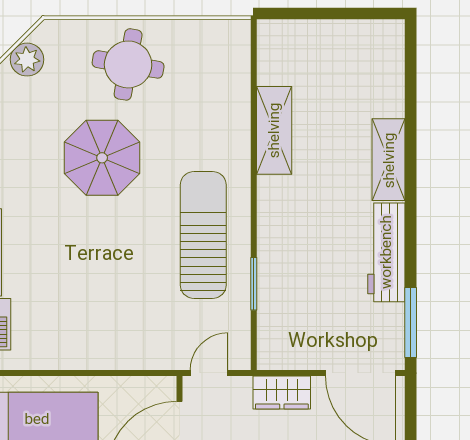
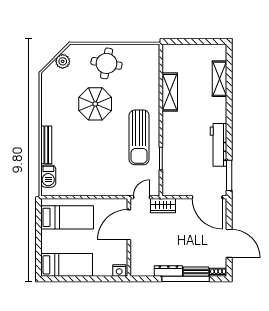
shelving: (389, 160) -> (219, 79), moved
sun lounger: (203, 235) -> (139, 137), turned 180
wardrobe: (282, 393) -> (163, 206), moved

